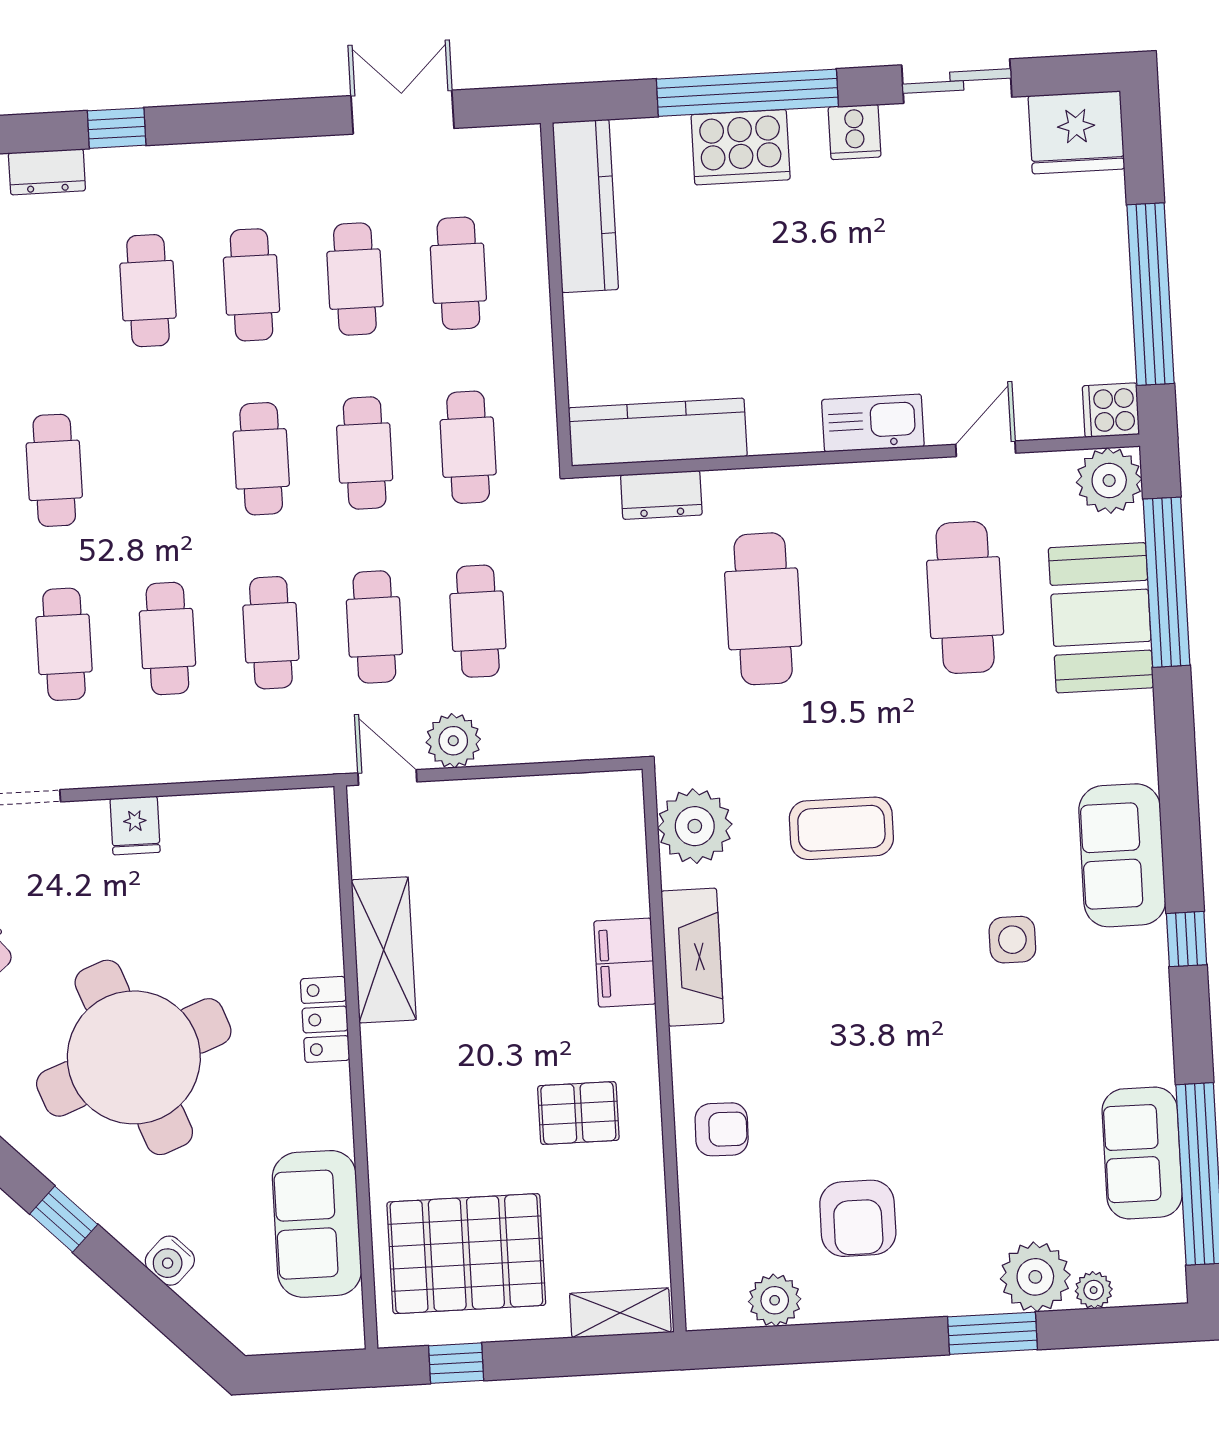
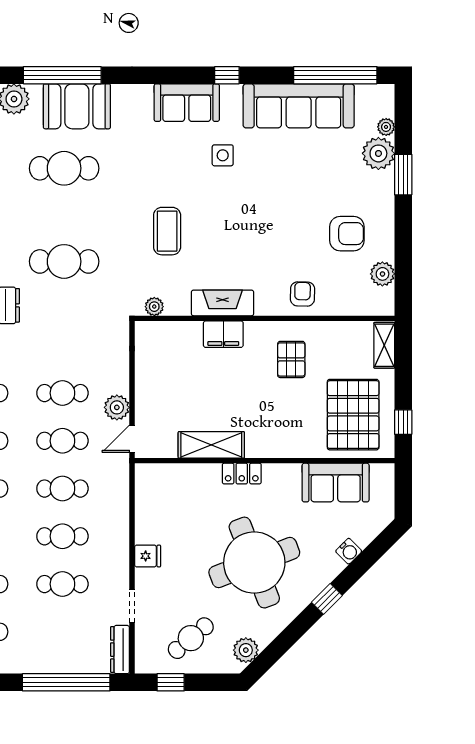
plant: (695, 826) -> (154, 307), width x0.53, depth x0.53
sofa: (1142, 1153) -> (299, 106), width x1.85, depth x1.27

